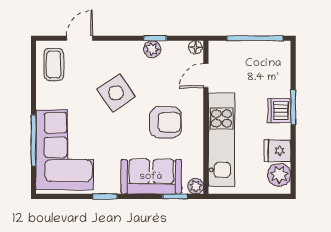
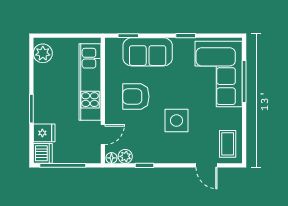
door: (80, 38) -> (206, 165), hinge flipped
plant: (152, 49) -> (125, 156), moved
side table: (116, 93) -> (176, 121), turned 33
dishwasher: (279, 111) -> (43, 153), moved
fridge: (278, 151) -> (44, 133), moved
plant: (196, 186) -> (111, 44), removed

